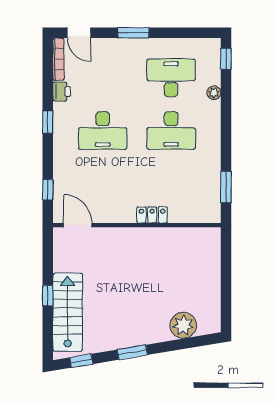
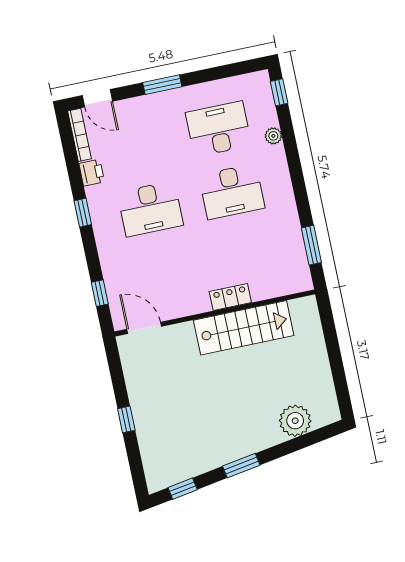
stairs: (68, 312) -> (244, 328), moved, turned 90

